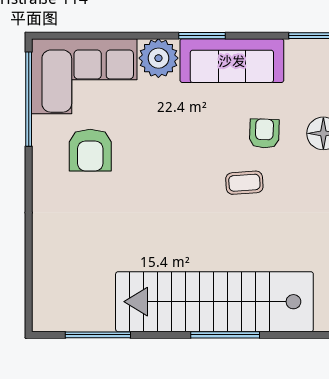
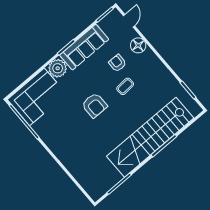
armchair: (90, 150) -> (94, 105), moved

